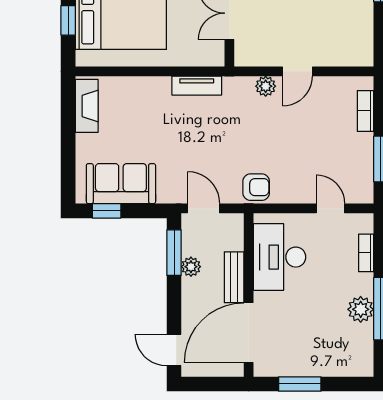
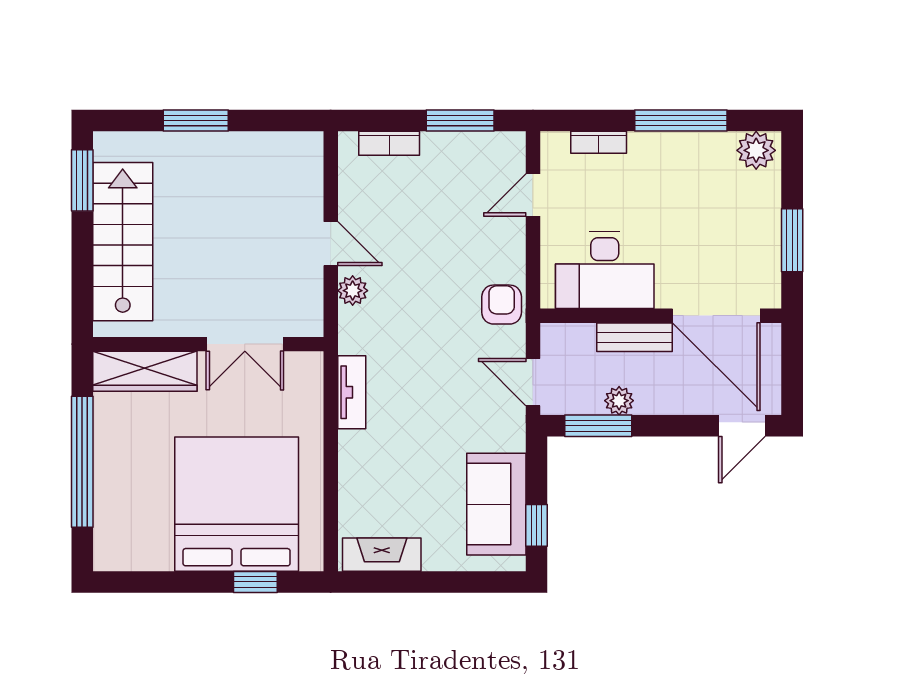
door: (204, 208) -> (533, 382), hinge flipped
plant: (361, 309) -> (756, 150), moved

